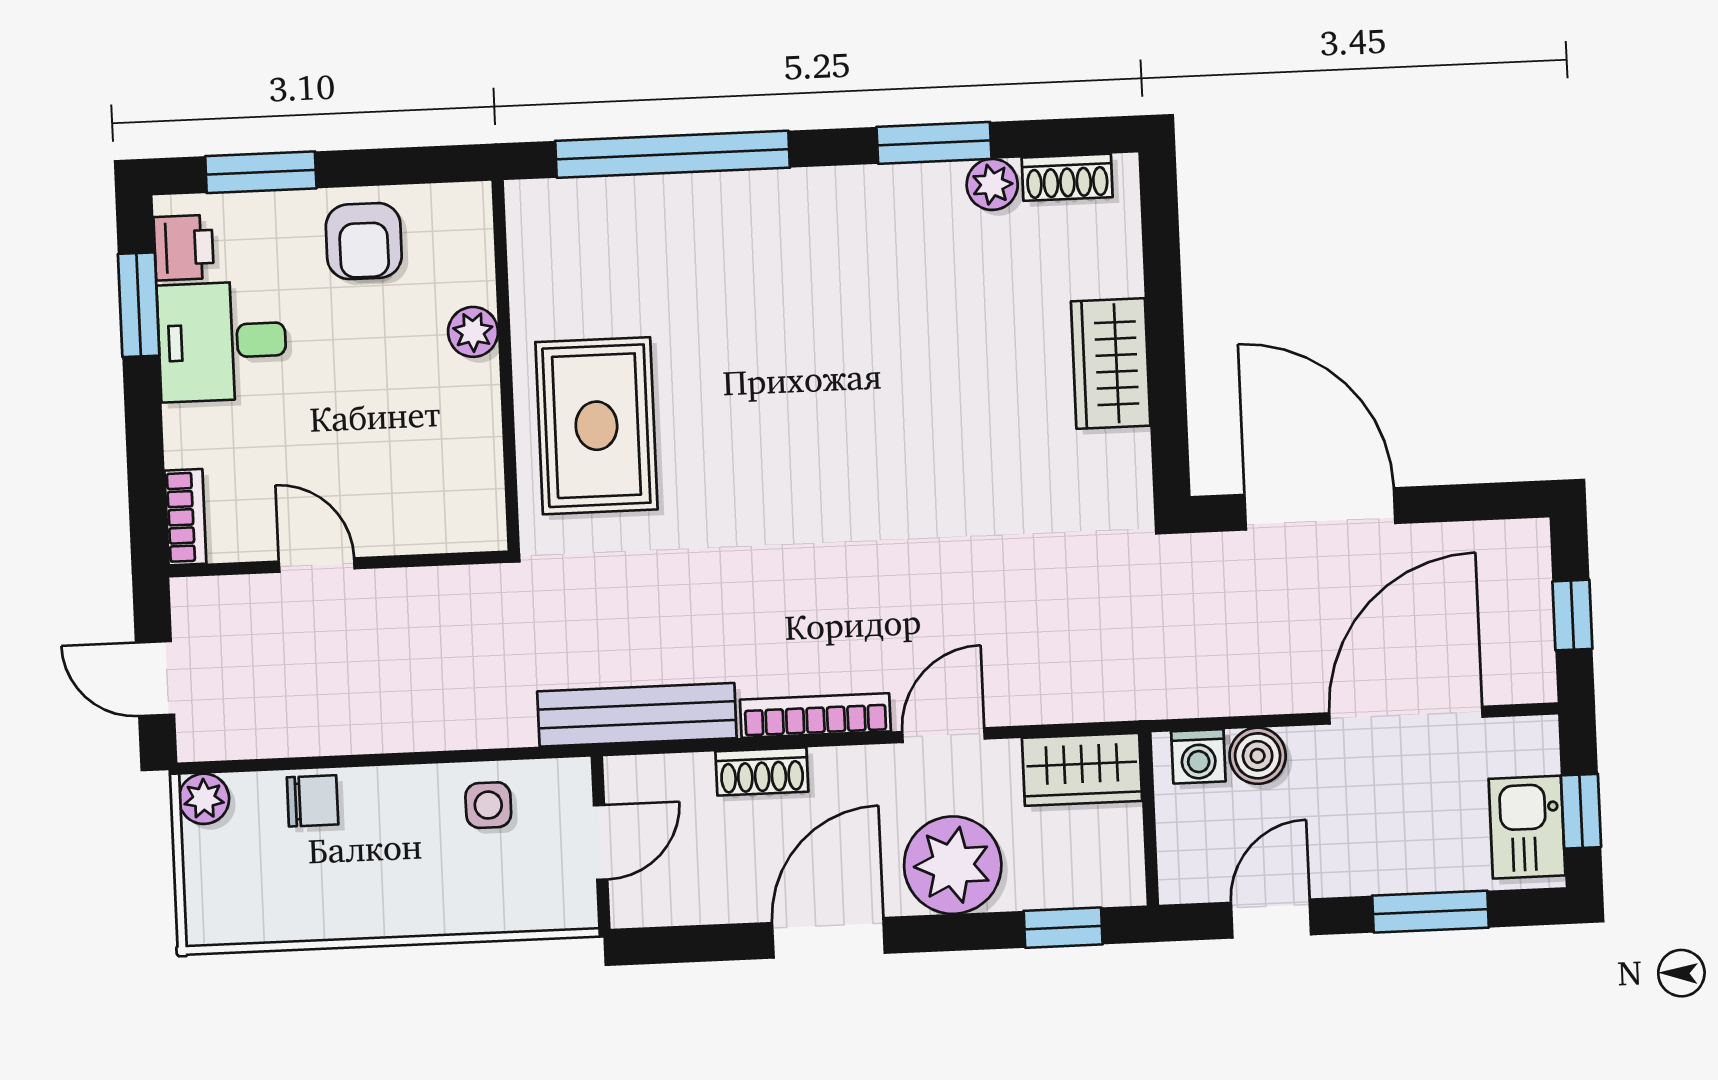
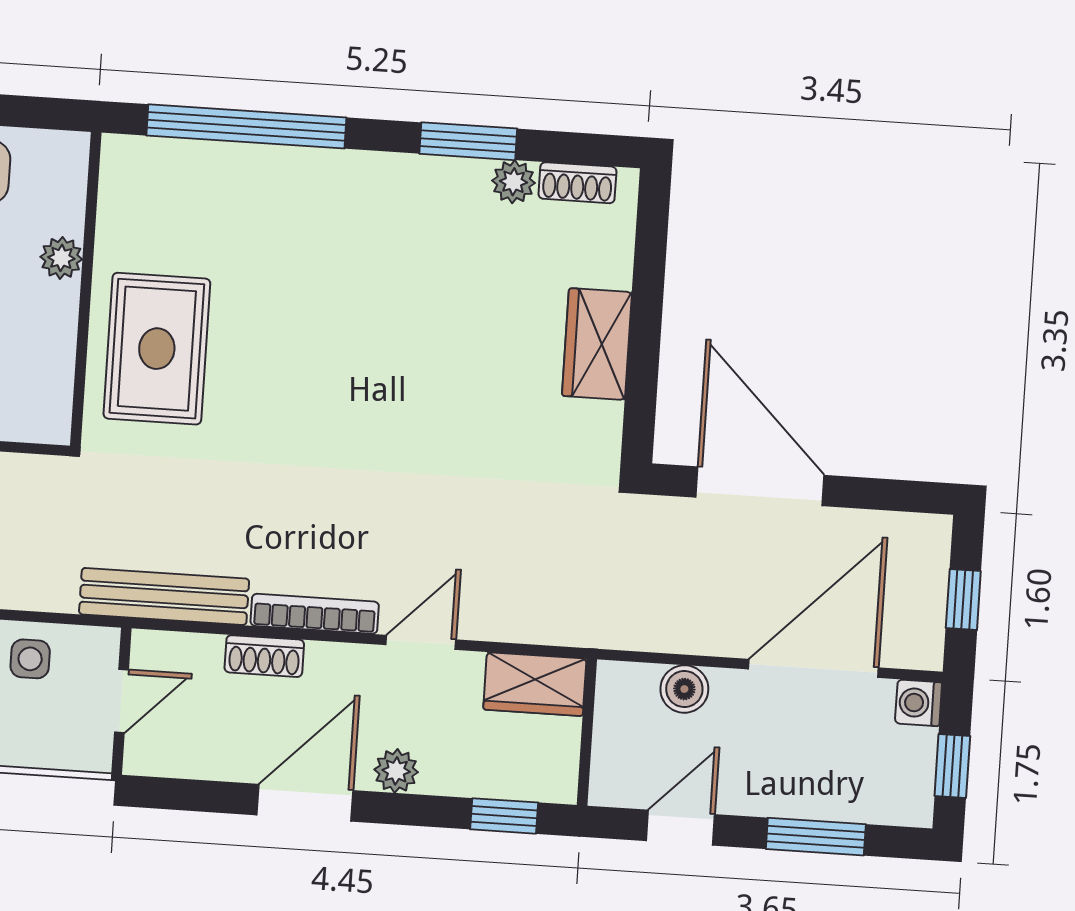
washing machine: (1198, 756) -> (919, 703), moved, turned 90
kitchen sink: (1527, 827) -> (905, 774), removed
plant: (953, 865) -> (396, 771), width x0.53, depth x0.53

